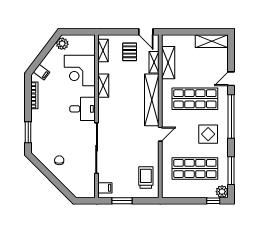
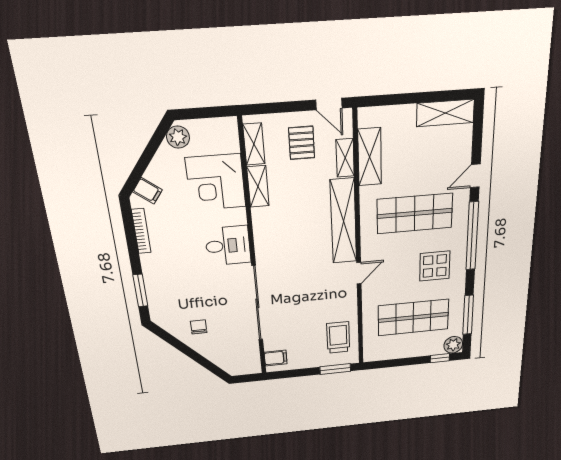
shelving: (103, 86) -> (258, 186), moved
window: (122, 201) -> (335, 369), moved

